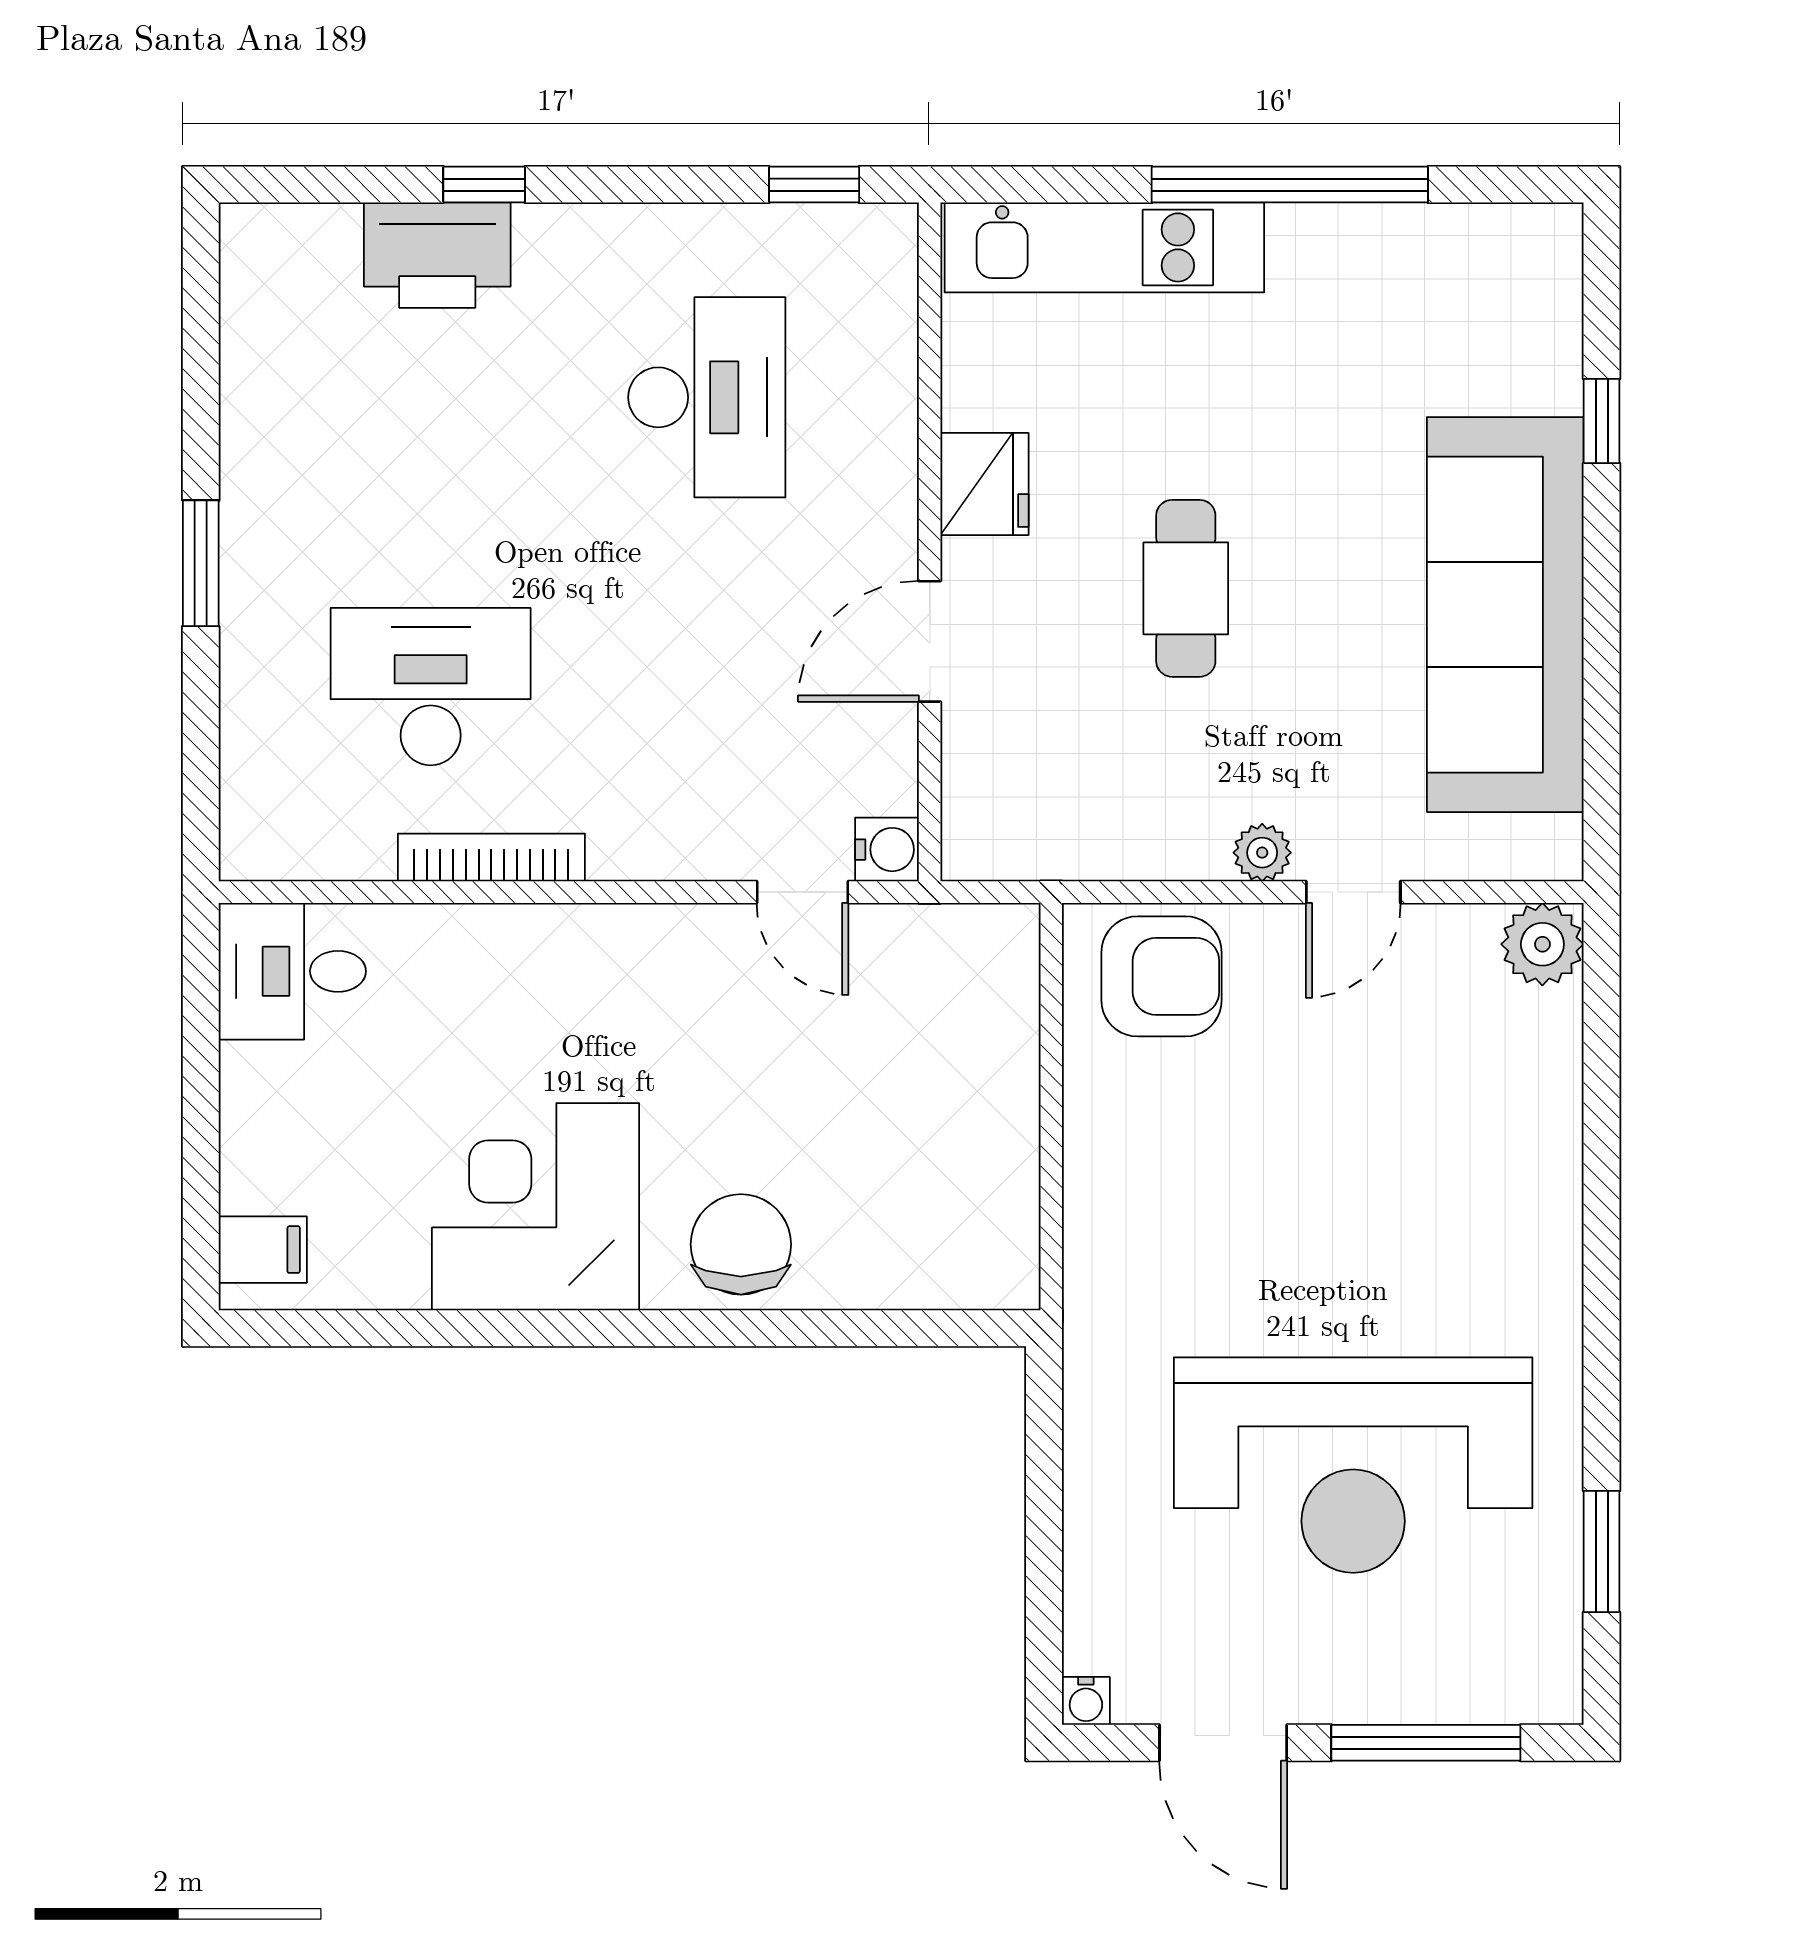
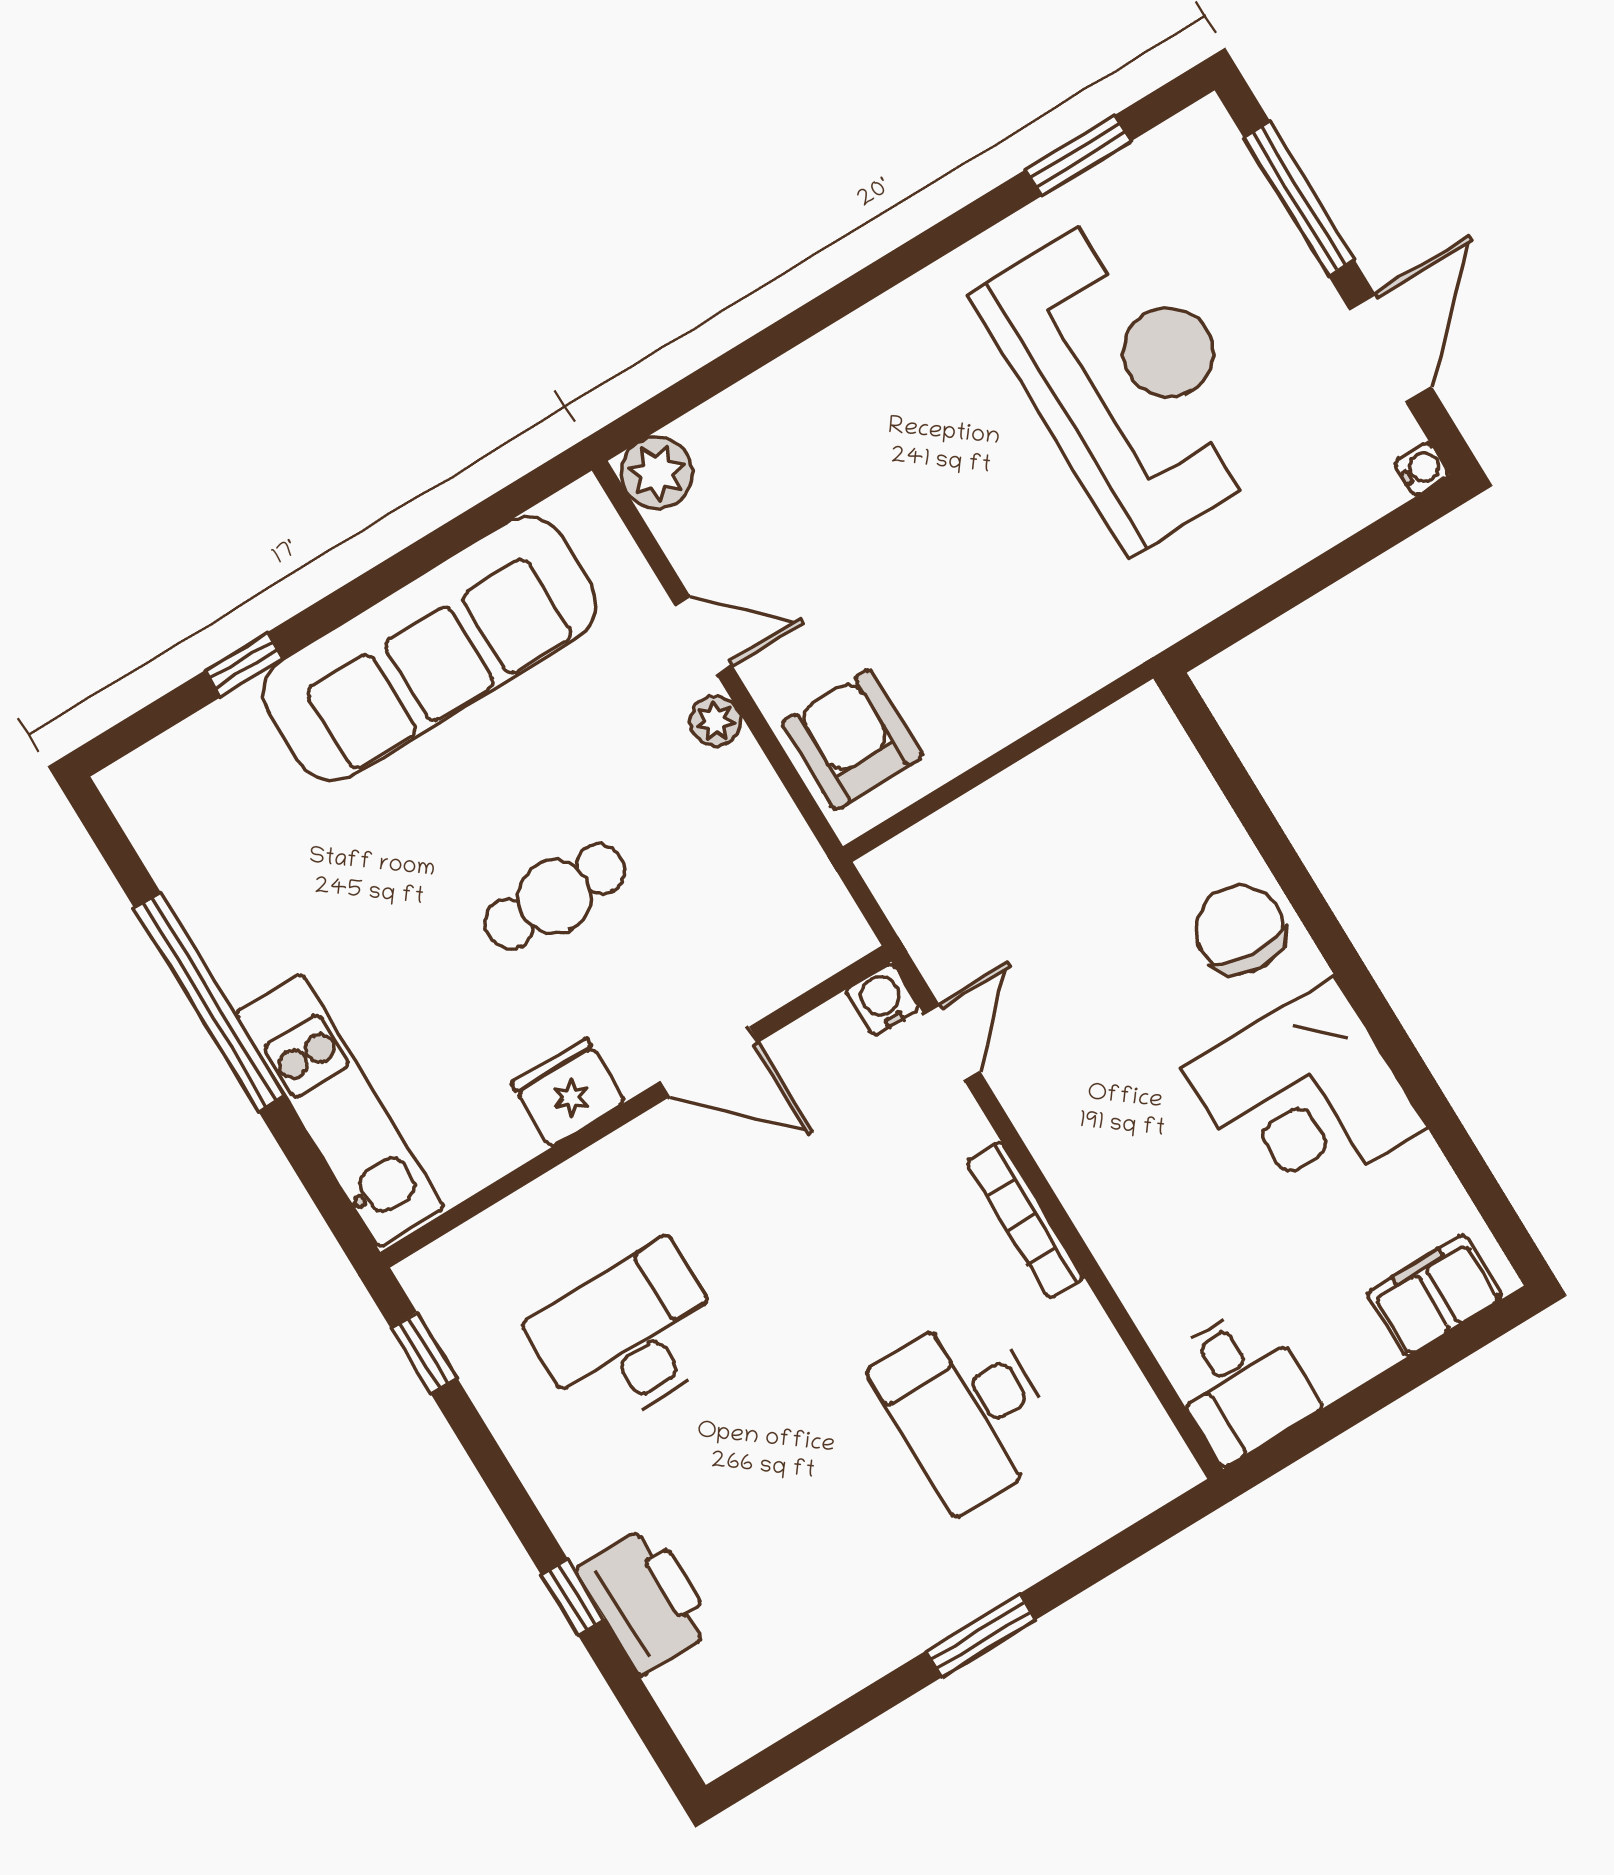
bookcase: (491, 858) -> (1025, 1220), moved
chair: (741, 1244) -> (1240, 929), turned 94
filing cabinet: (263, 1250) -> (1435, 1295), width x2.00

